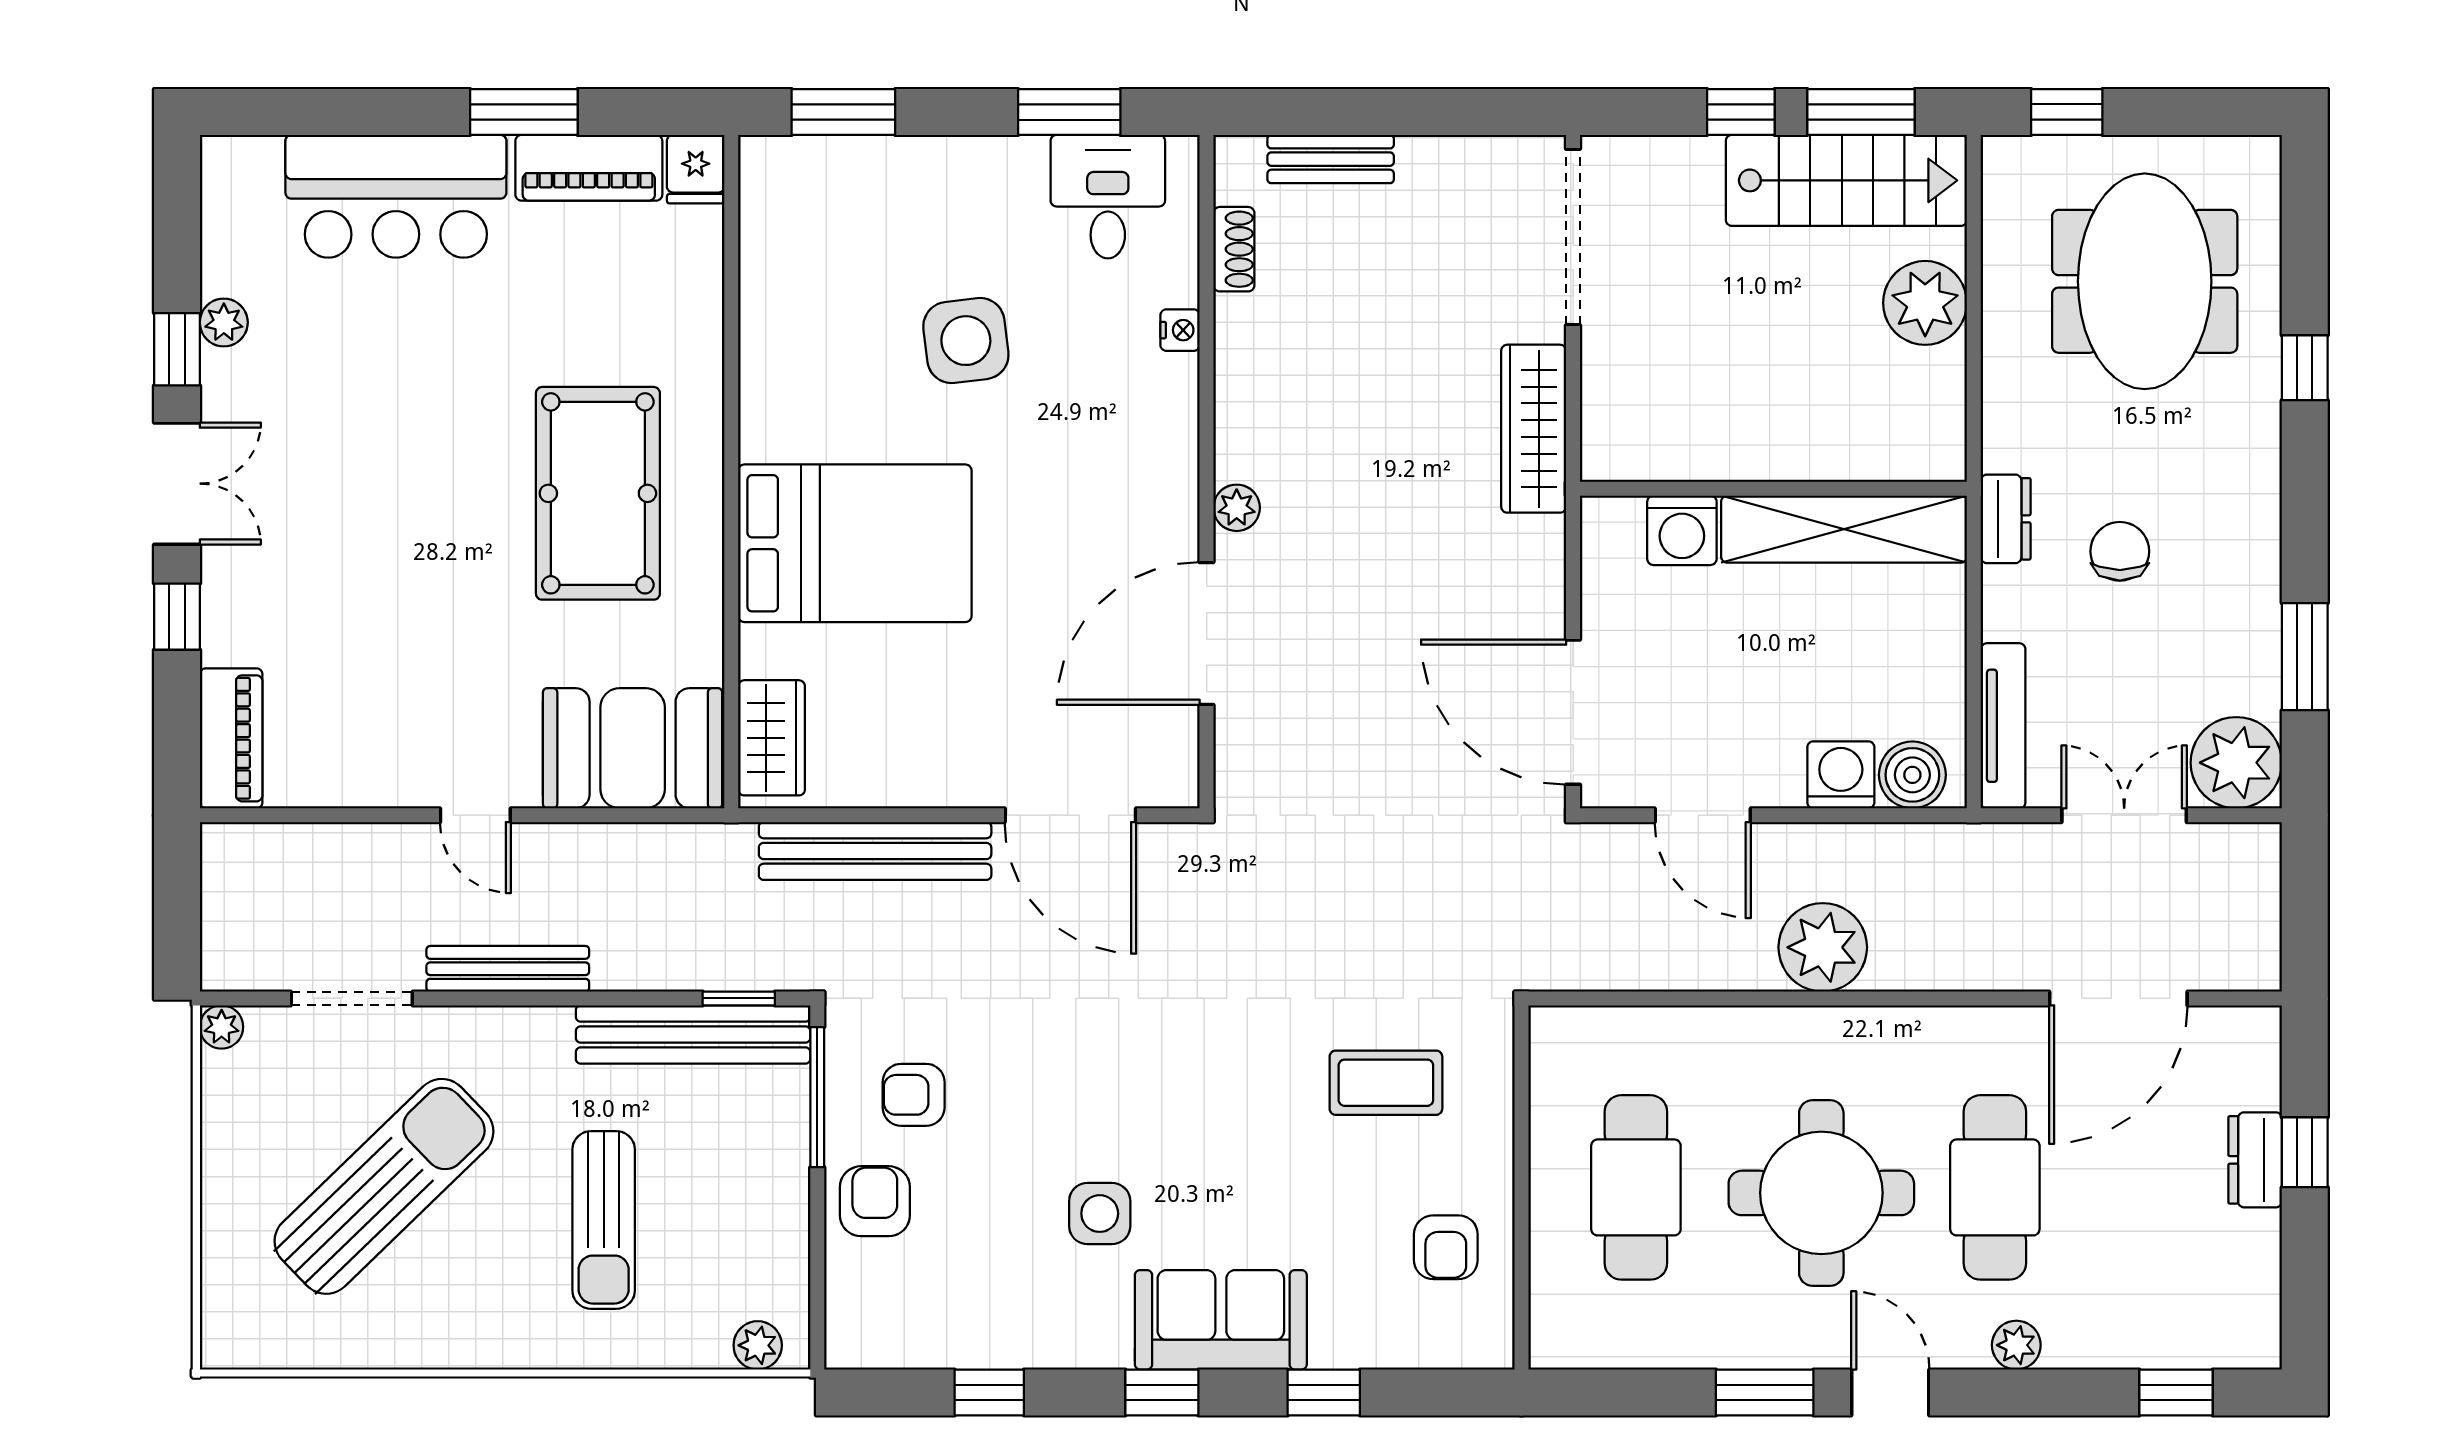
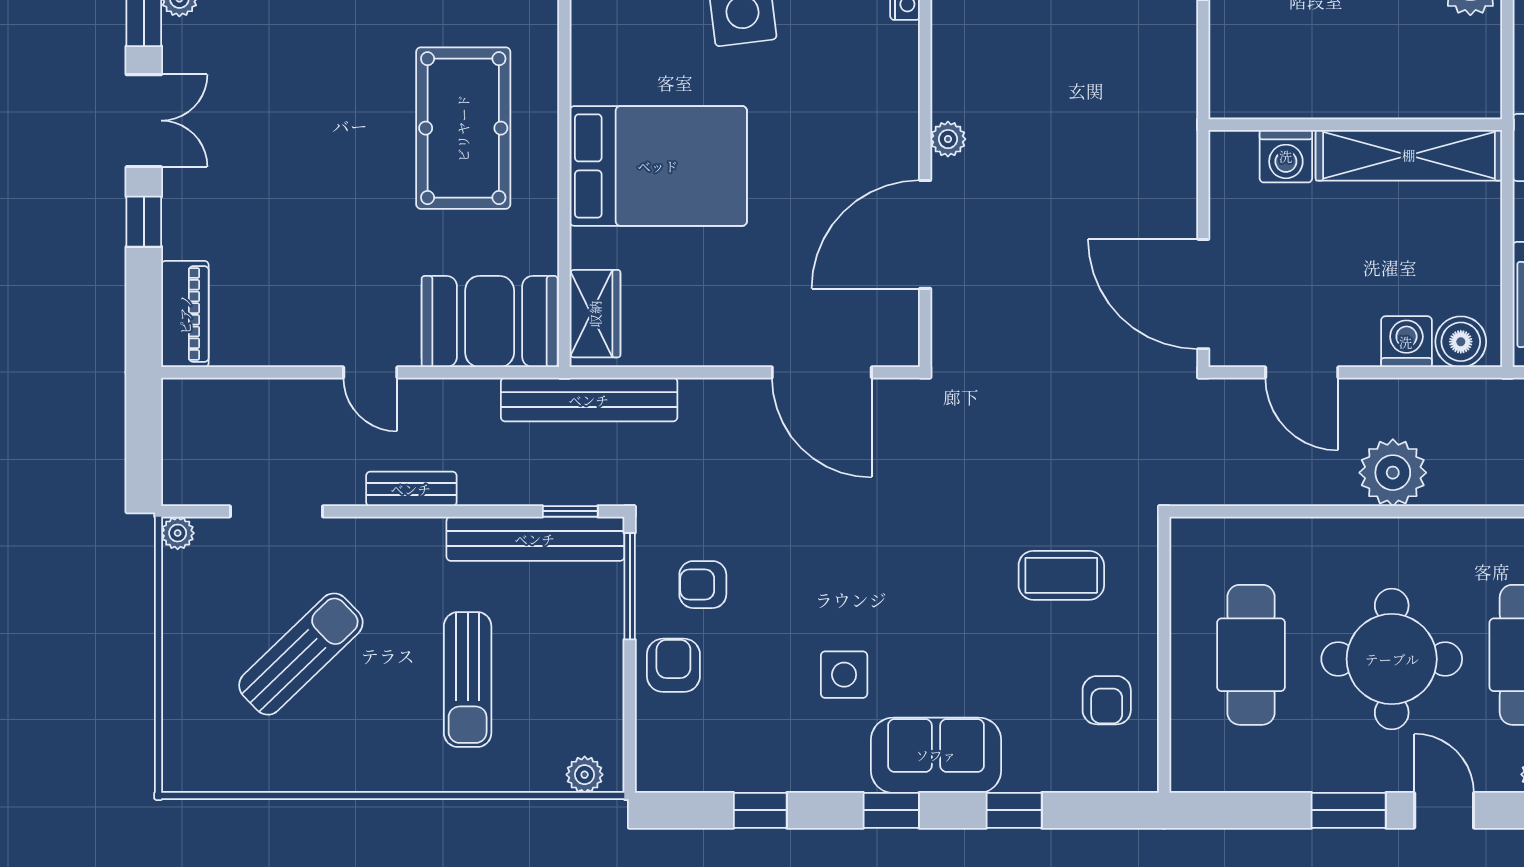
wardrobe: (1534, 429) -> (1173, 79), removed
bench: (875, 851) -> (589, 400), moved
bench: (508, 969) -> (411, 489), width x0.73
sun lounger: (384, 1186) -> (301, 654), width x0.73, depth x0.75

